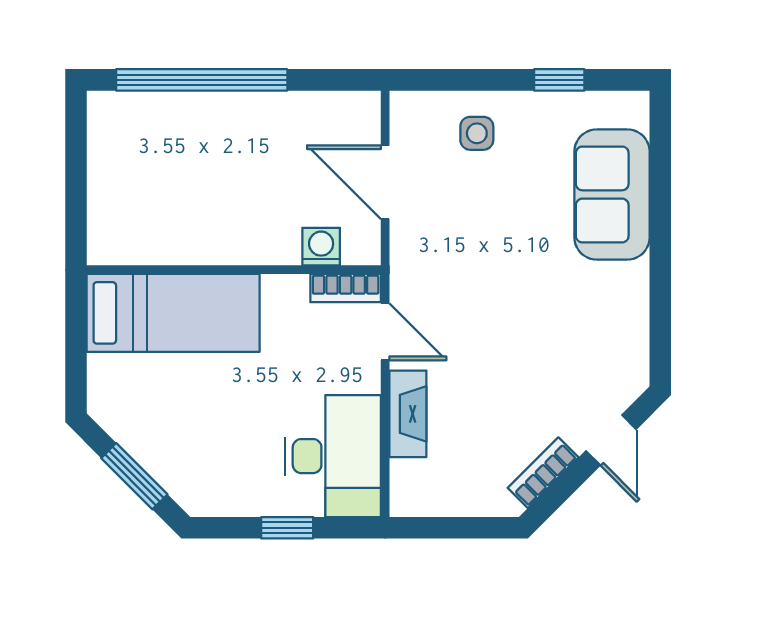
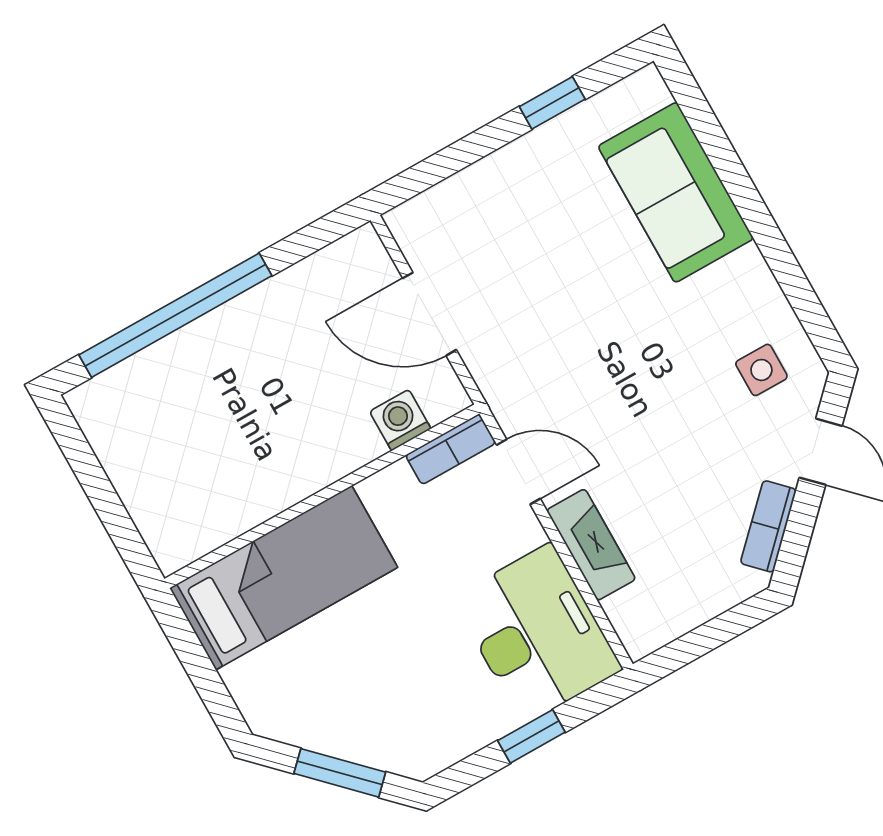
side table: (477, 133) -> (761, 370), moved

